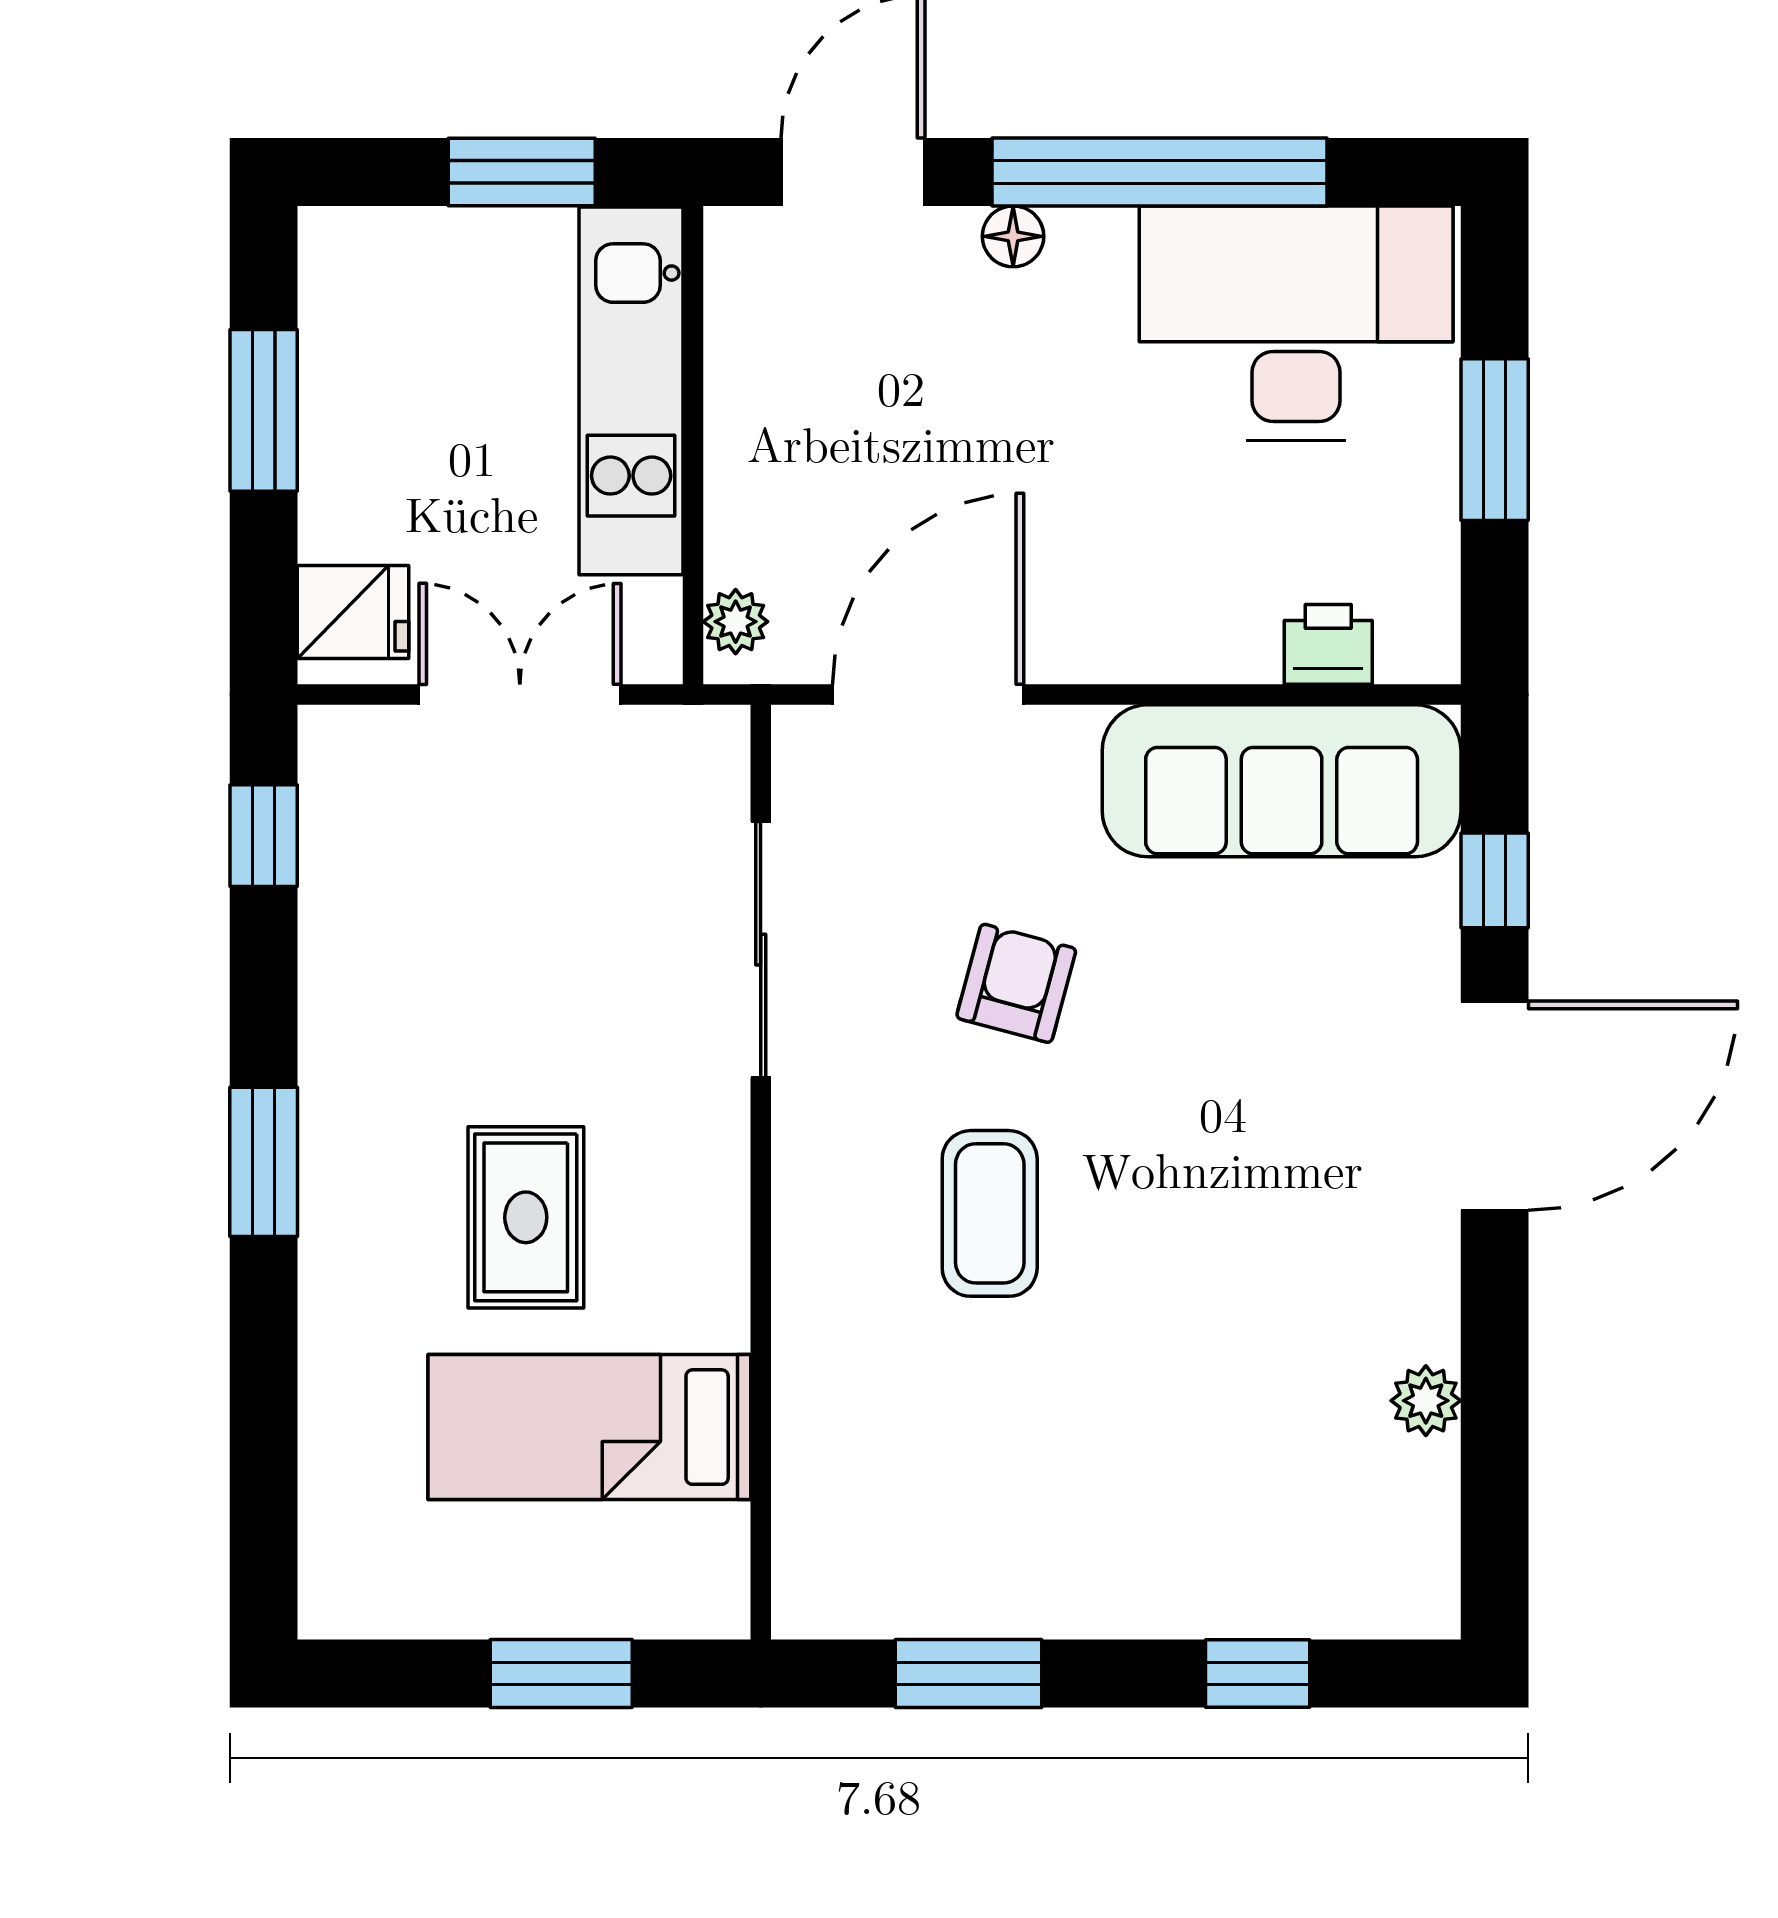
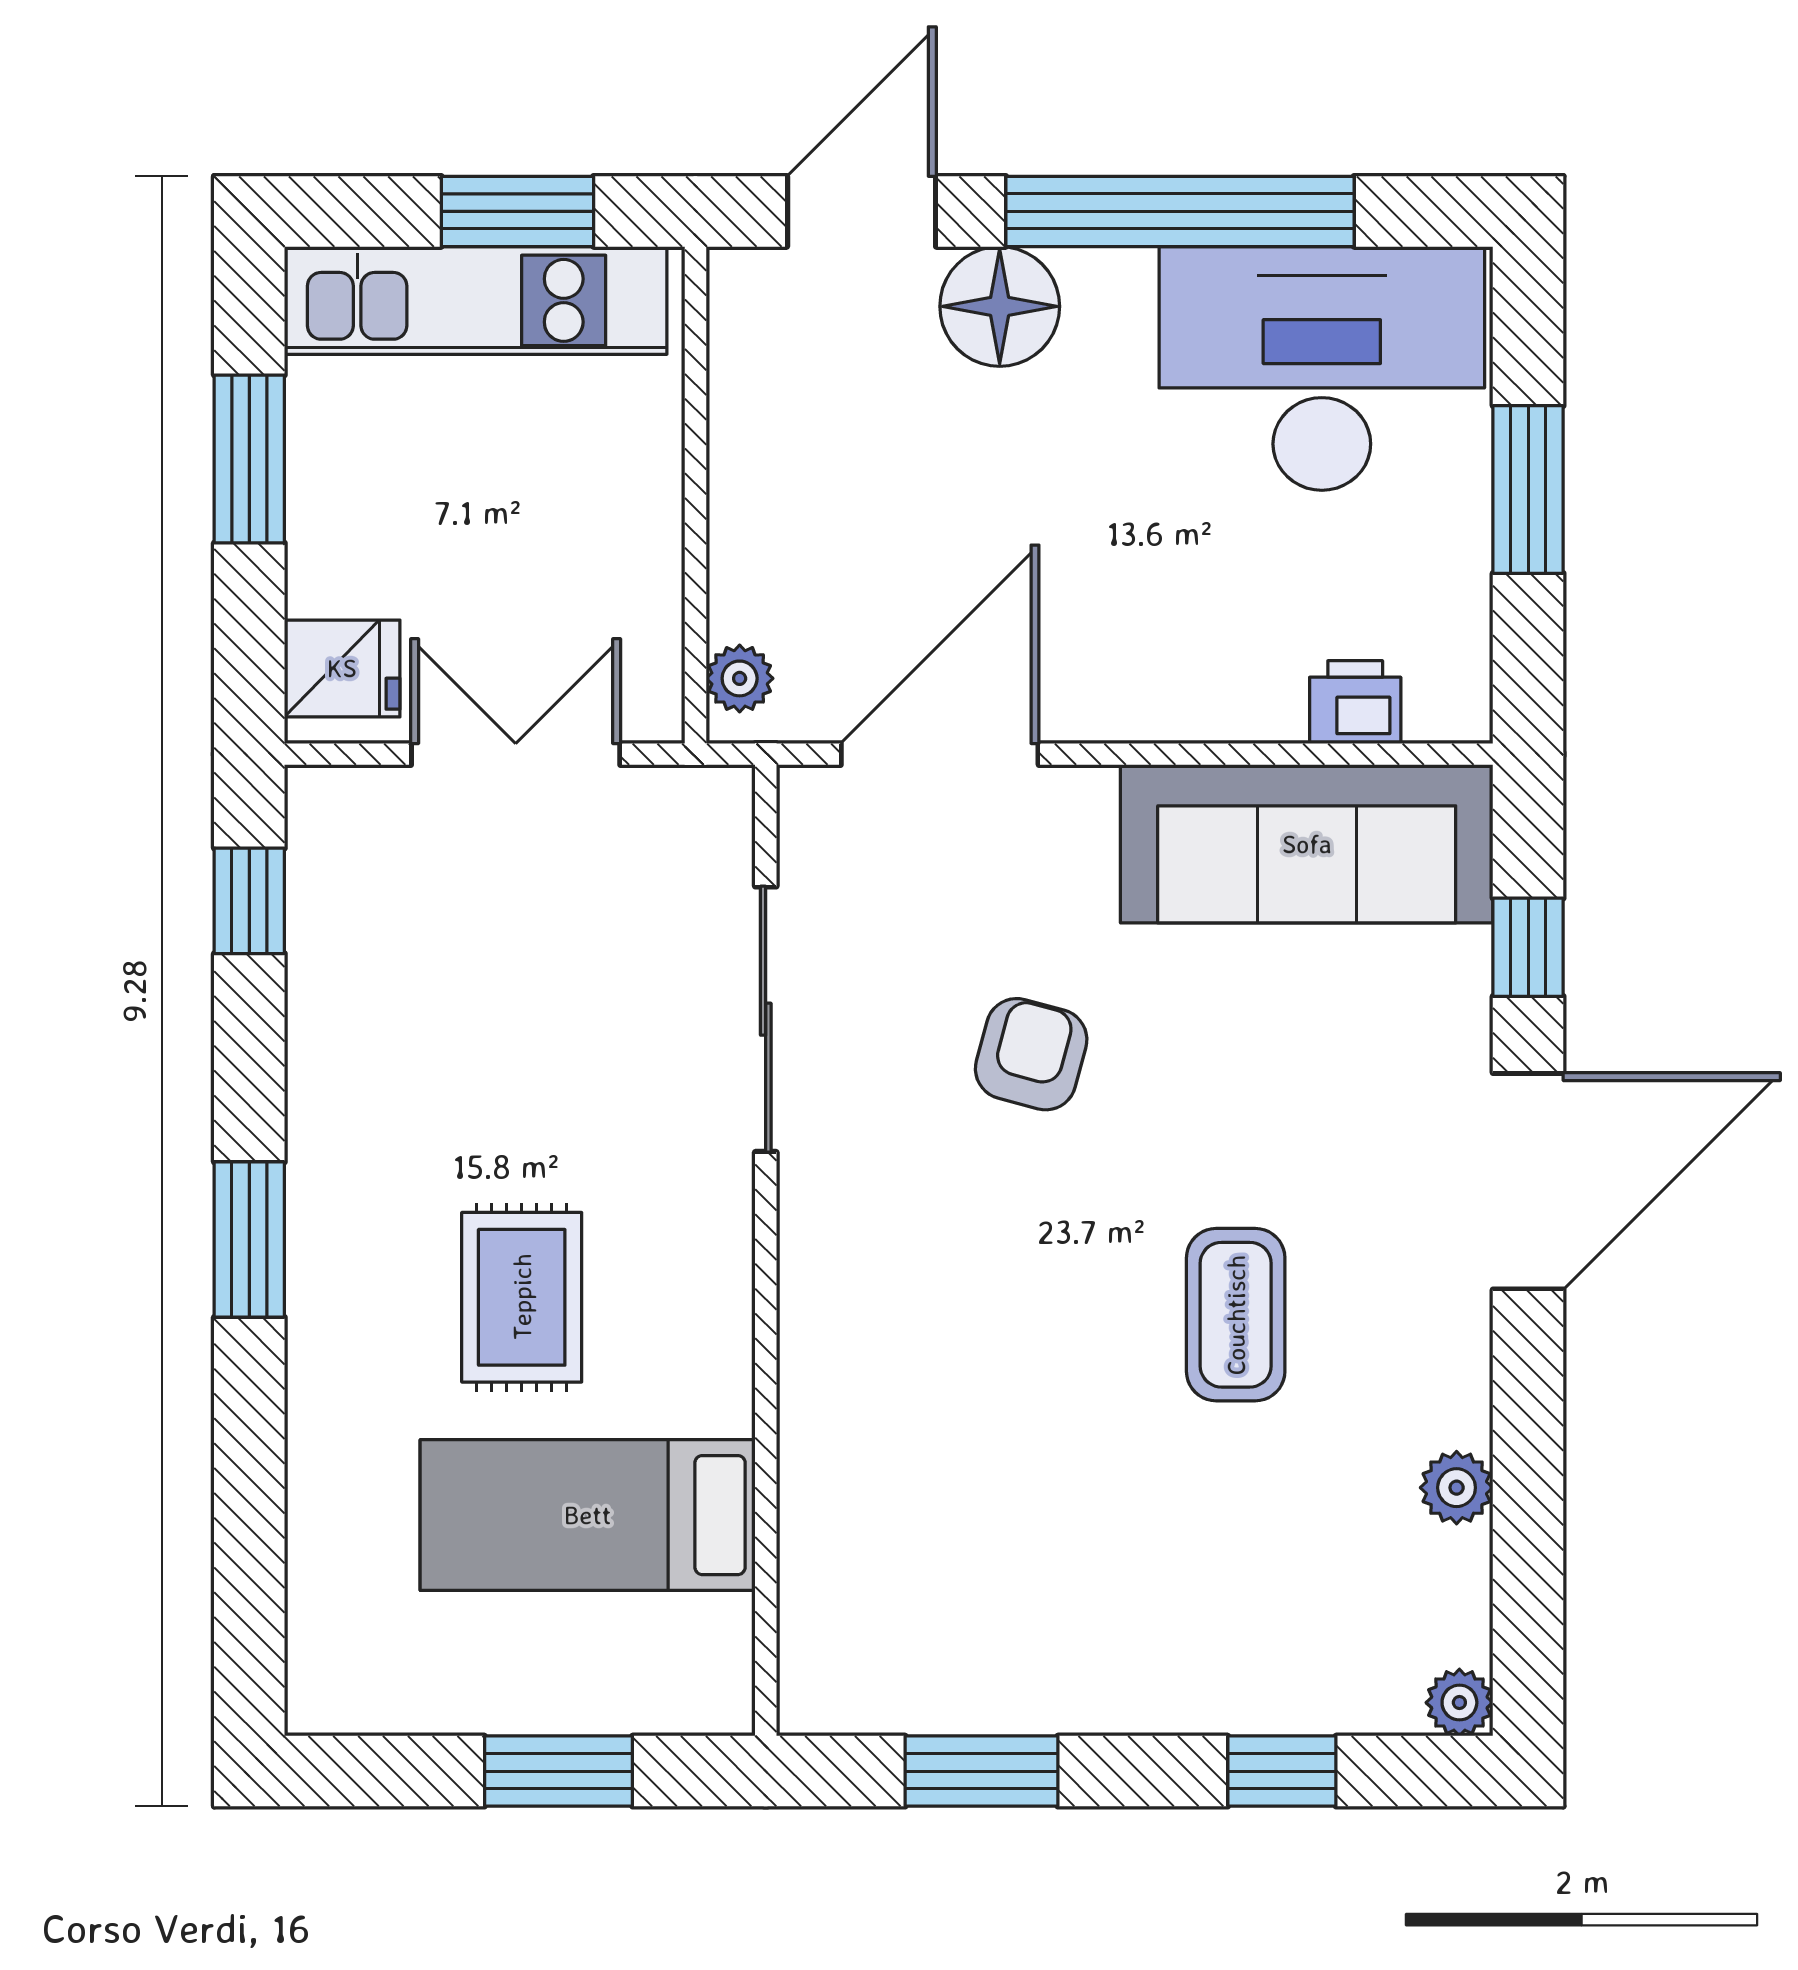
floor lamp: (1013, 236) -> (1000, 306), width x1.89, depth x1.89
kitchen unit: (631, 391) -> (476, 300), moved, turned -90
coffee table: (990, 1213) -> (1236, 1315), moved
plant: (1429, 1608) -> (1459, 1703), added

